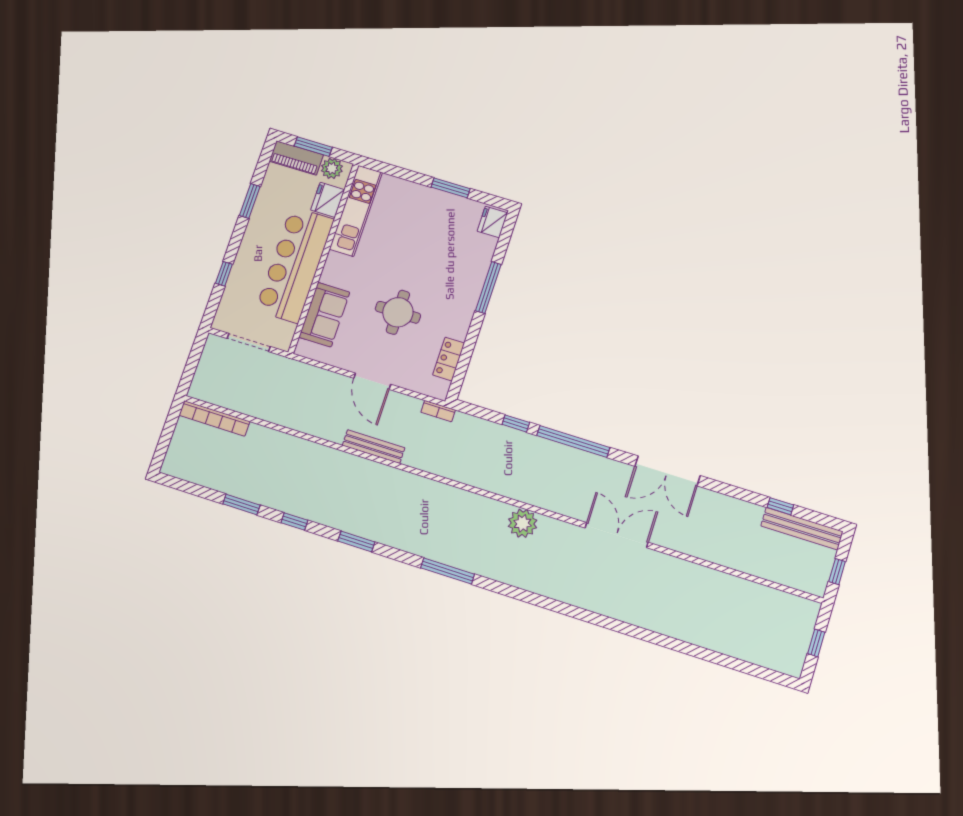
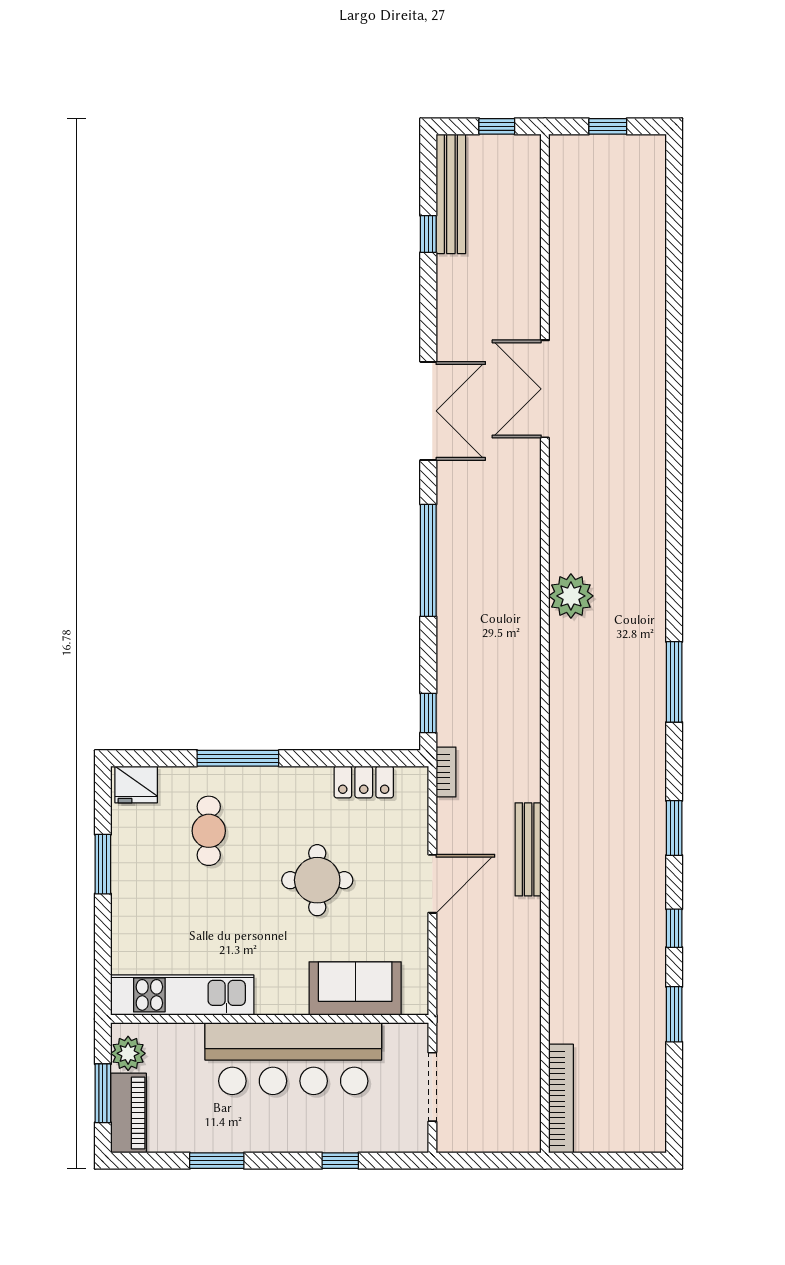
fridge: (328, 200) -> (179, 1043), removed
cafe table: (450, 257) -> (209, 831), added
window: (516, 423) -> (428, 713), moved
double door: (617, 535) -> (545, 389), moved

